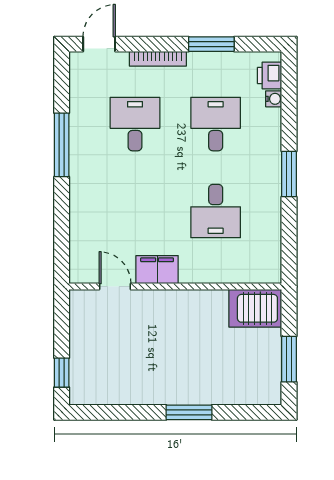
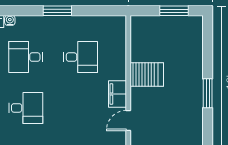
desk: (135, 124) -> (26, 108), turned 180
server rack: (255, 308) -> (147, 75), moved, turned -90
window: (189, 412) -> (208, 93), moved

